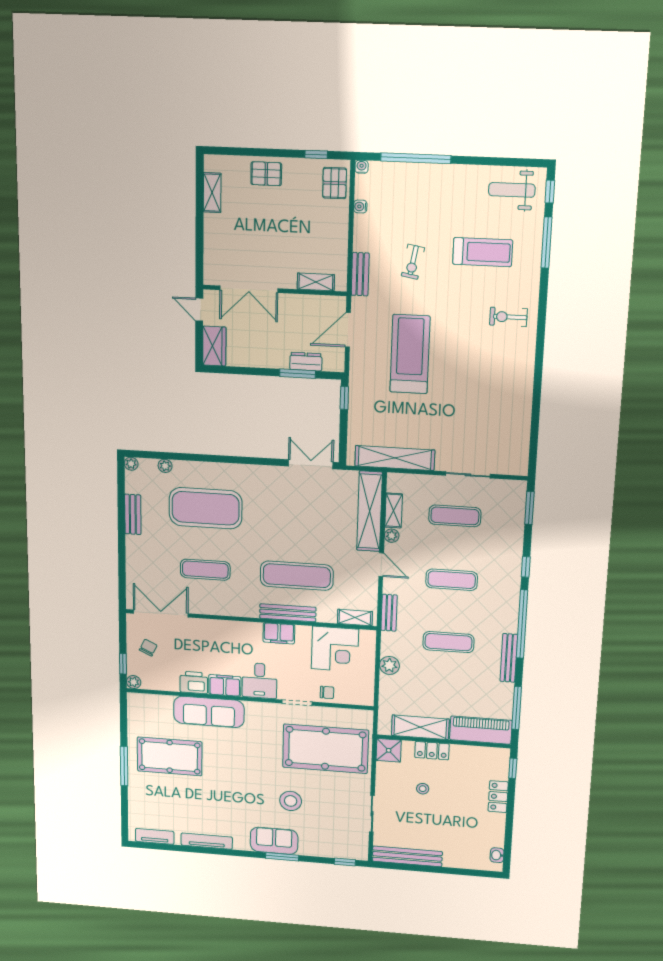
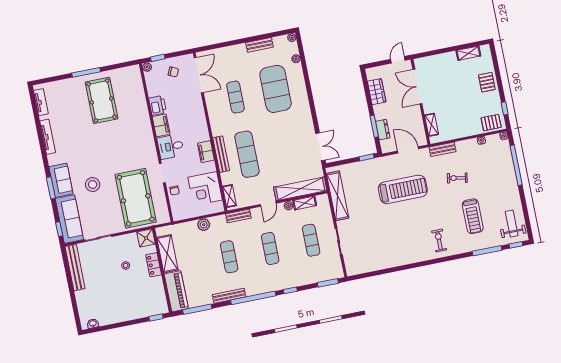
wardrobe: (214, 346) -> (377, 92), moved, turned -90
sofa: (209, 712) -> (69, 219), moved, turned 180
locker: (498, 797) -> (134, 314), removed

